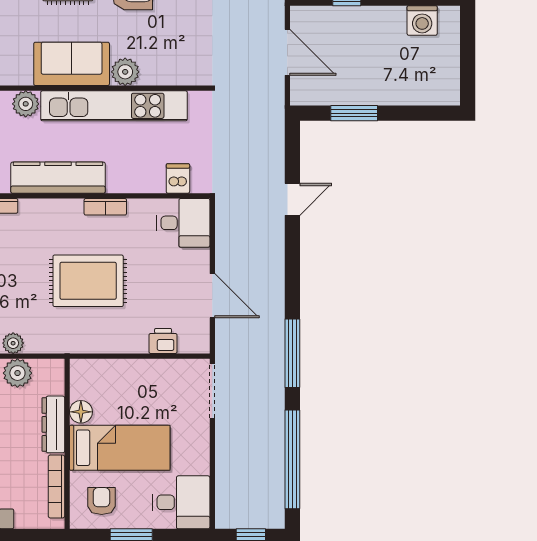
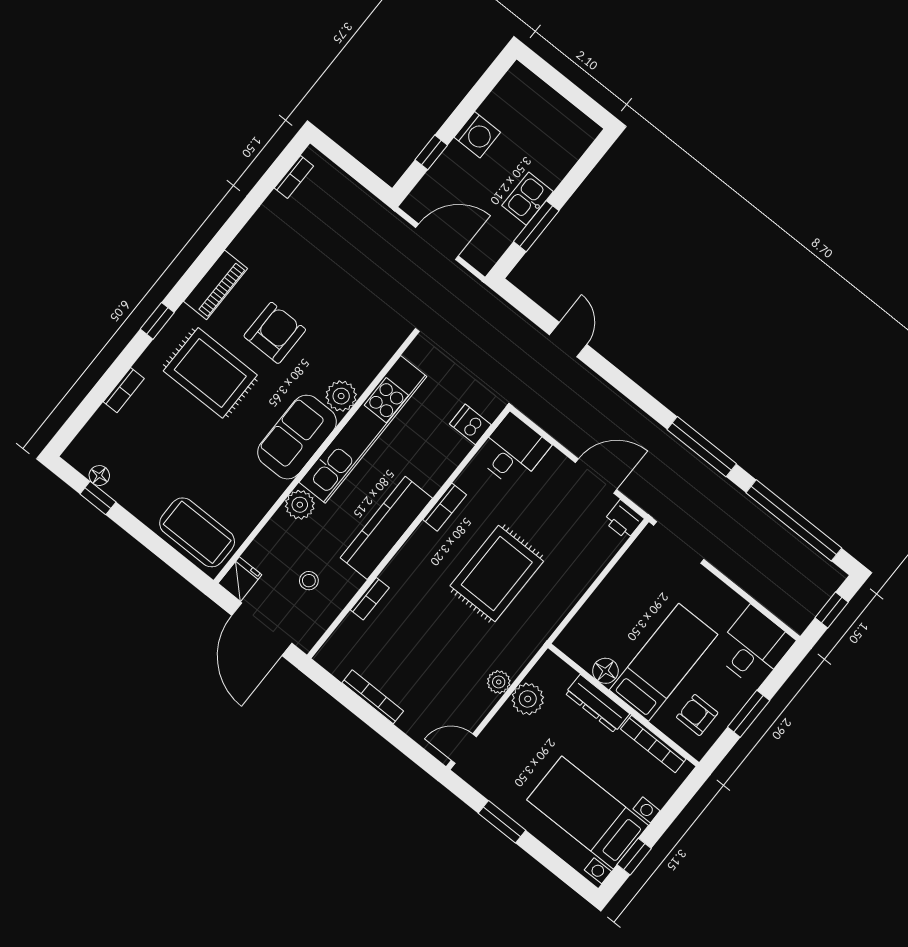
washing machine: (422, 20) -> (477, 135), moved
kitchen sink: (369, 92) -> (528, 199), added
printer: (163, 341) -> (624, 520), moved, turned -90

